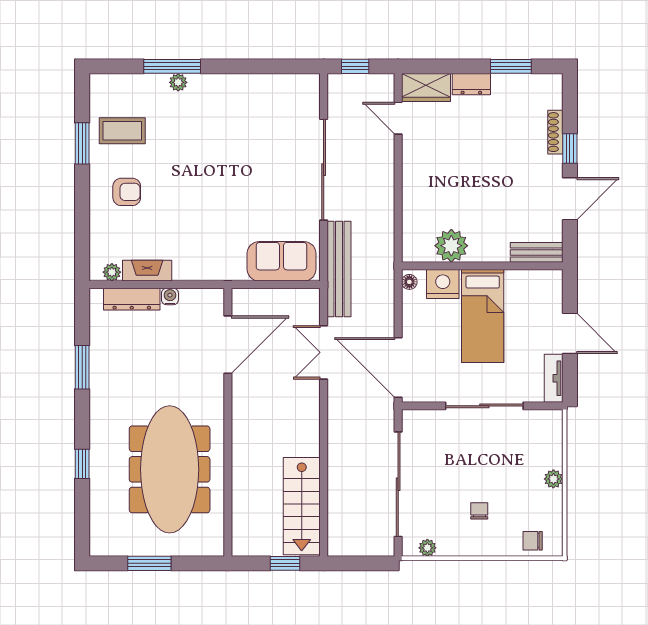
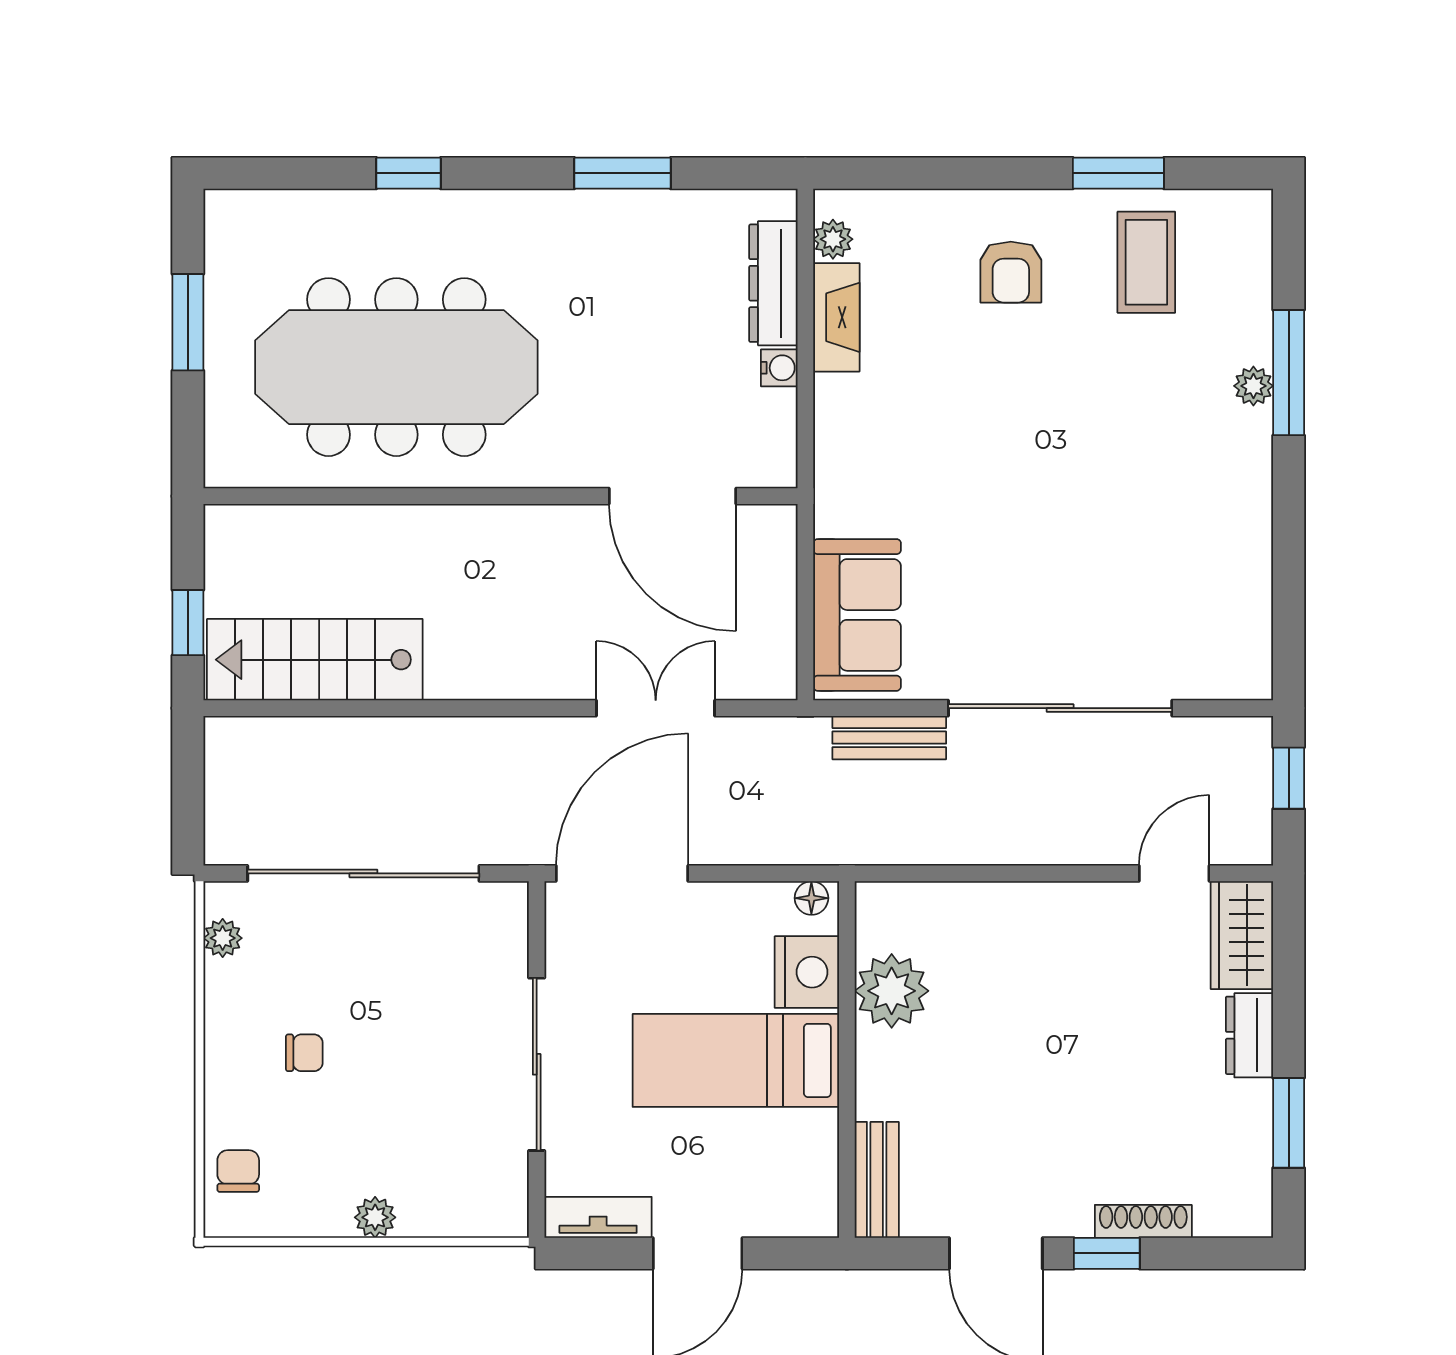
bench: (339, 269) -> (889, 738), width x0.54, depth x0.82

